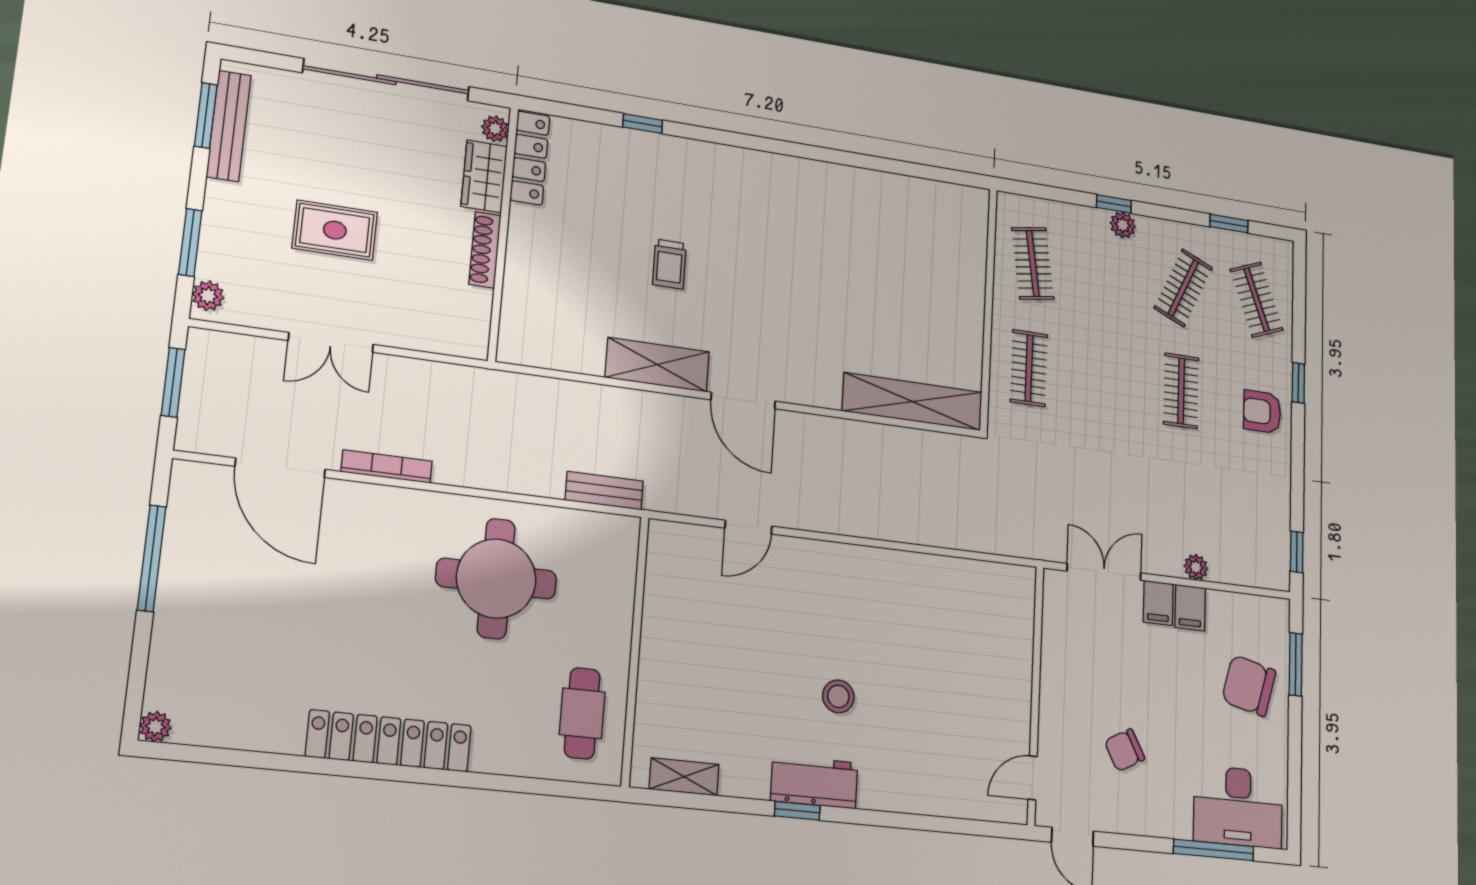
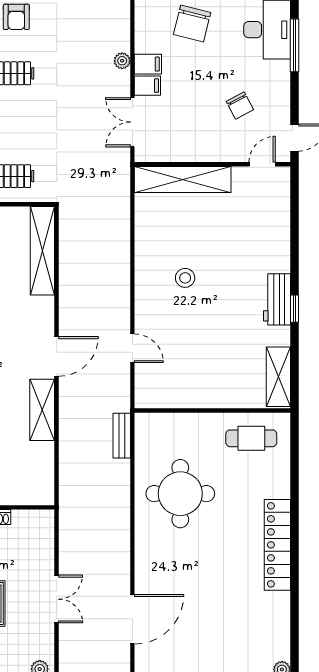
bookcase: (387, 466) -> (124, 561), removed
shelving: (1014, 643) -> (183, 180), added
stool: (838, 696) -> (185, 278), moved
shelving: (684, 777) -> (278, 377), width x1.50, depth x1.33
door: (1033, 778) -> (262, 164), swing flipped

